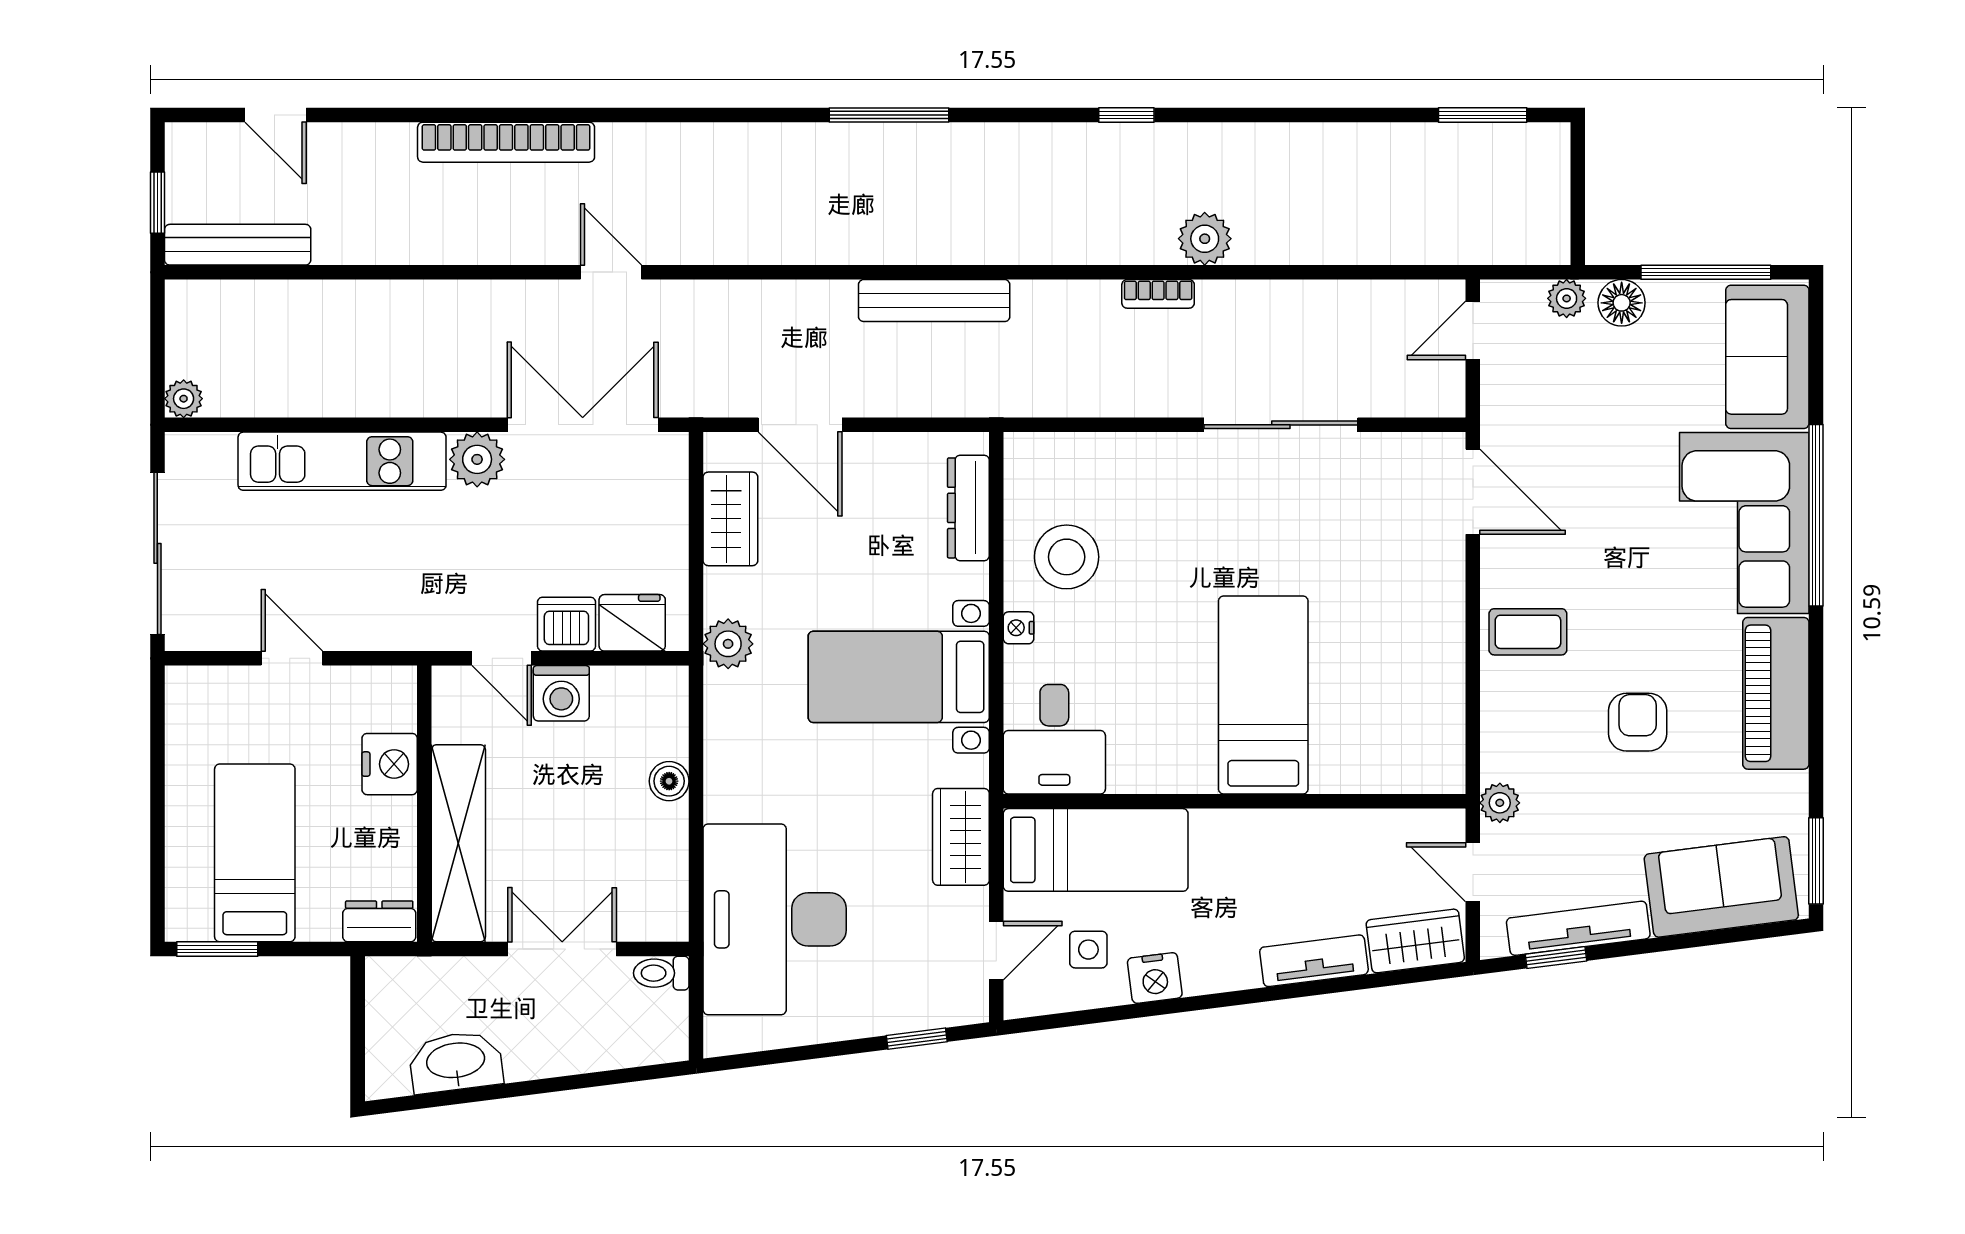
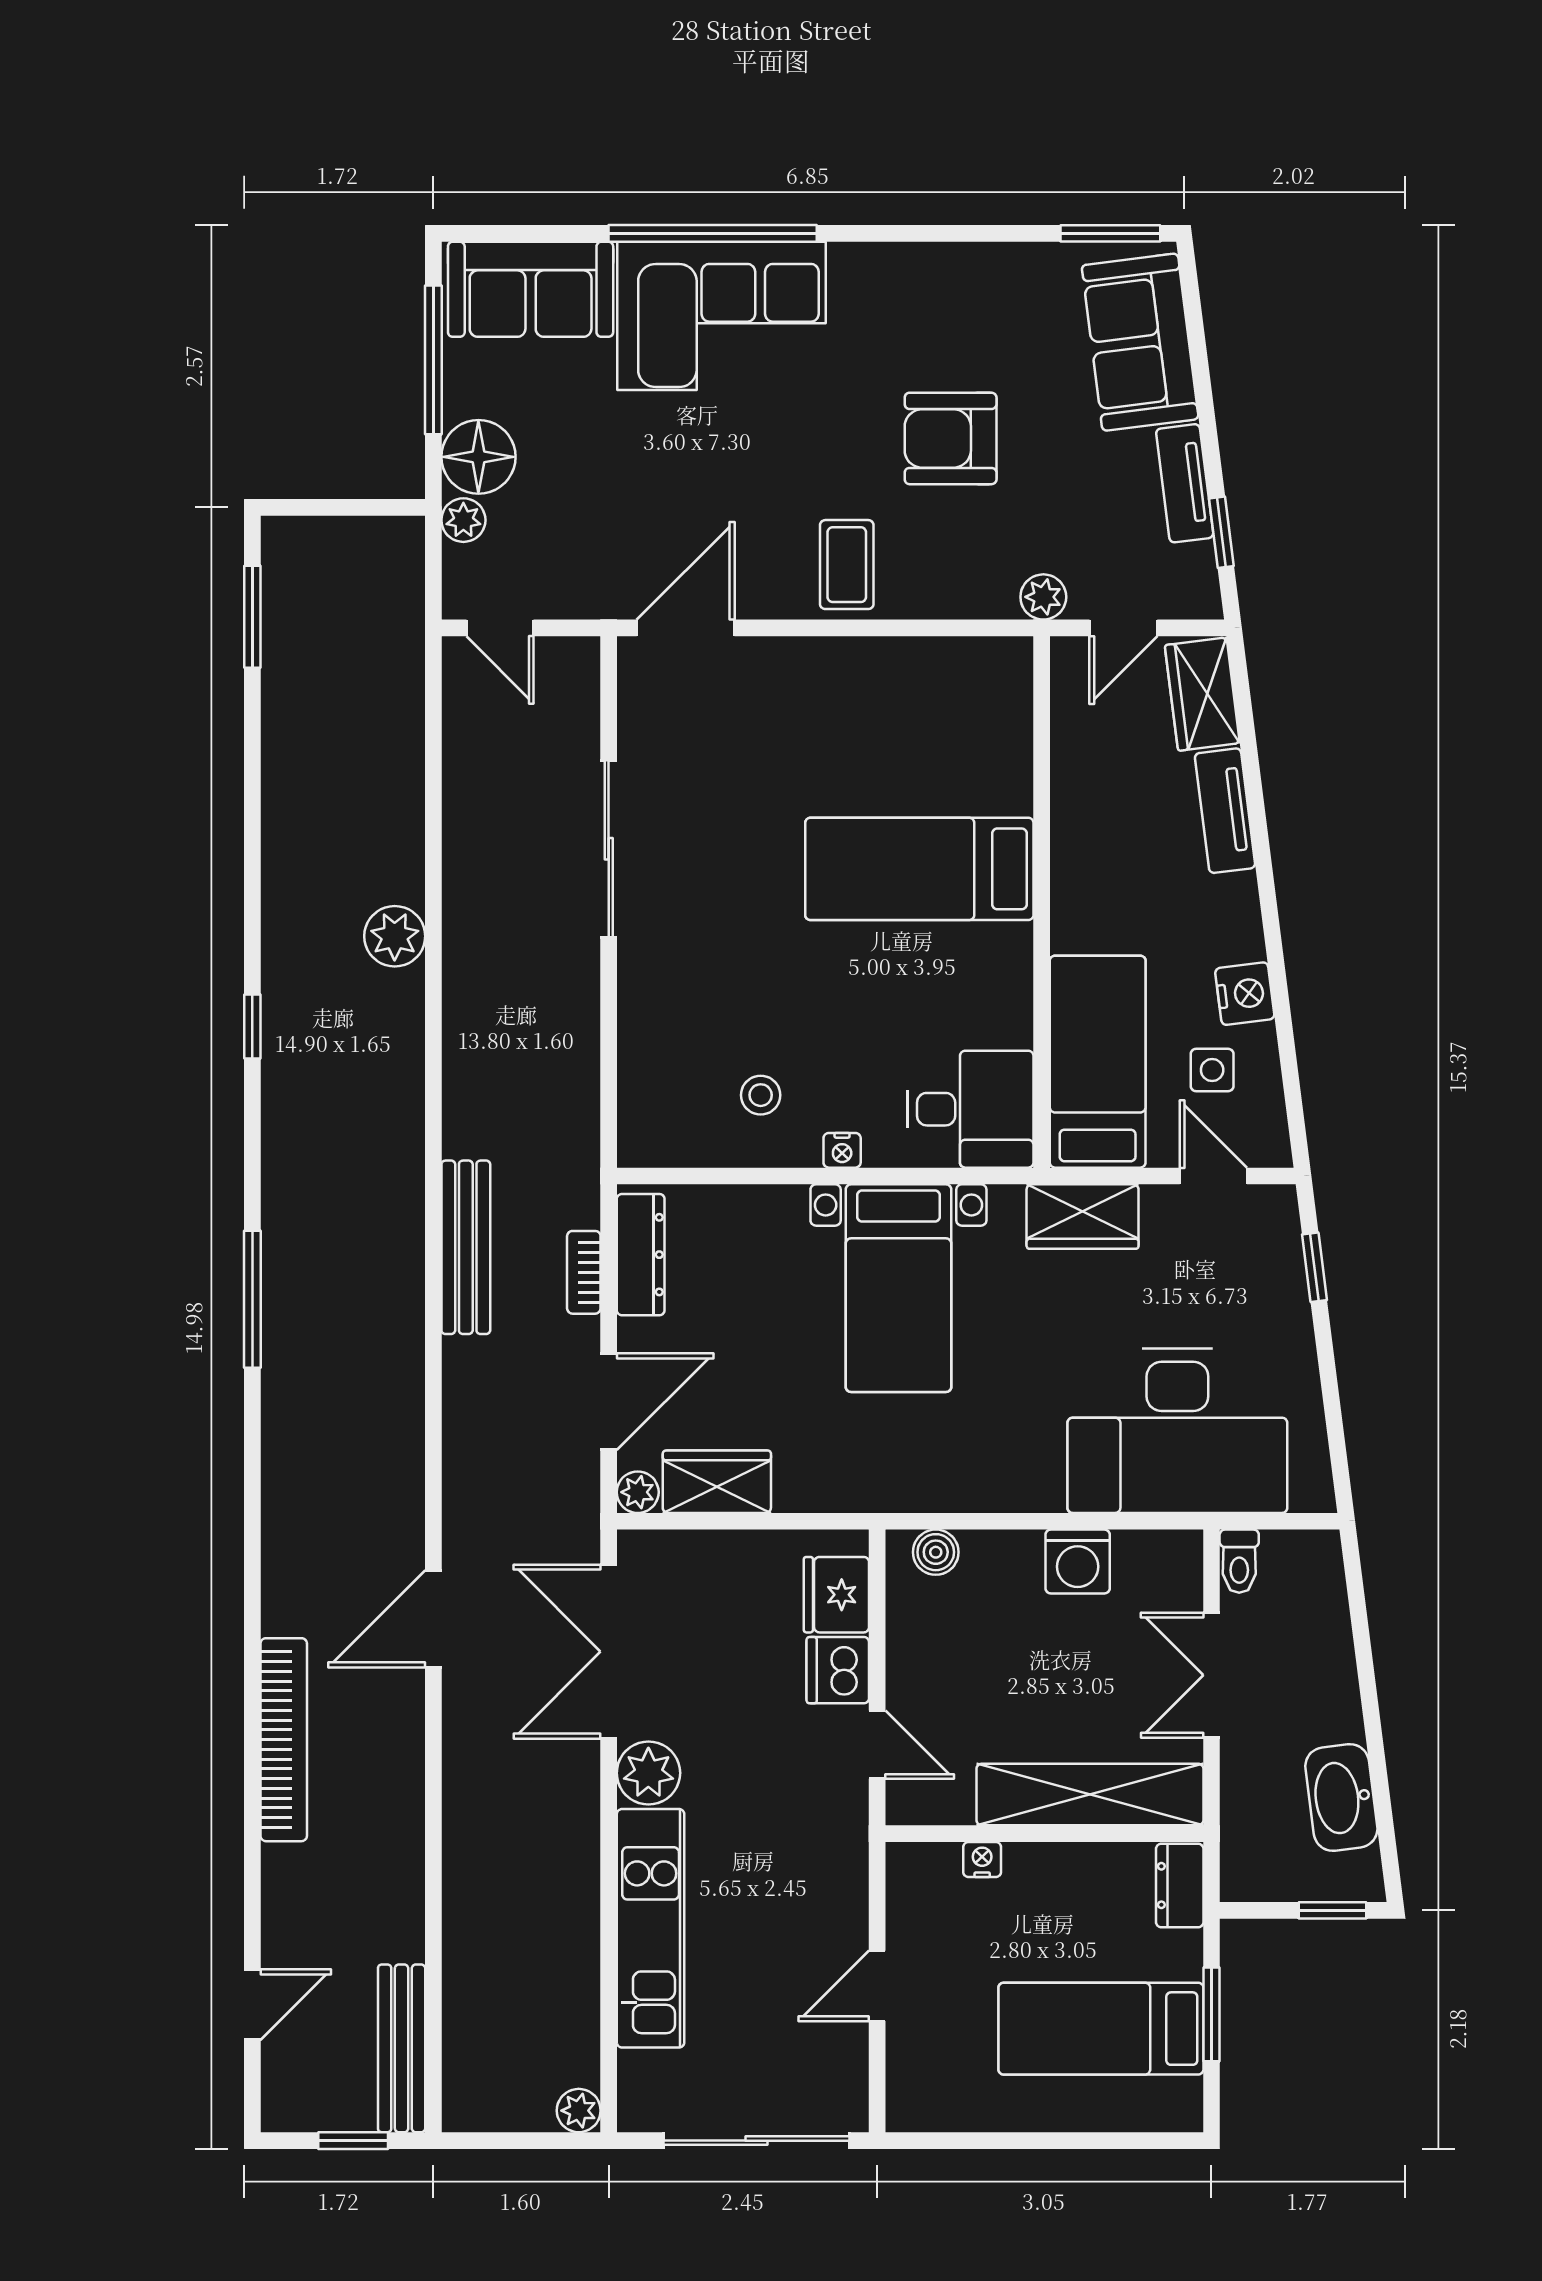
door: (611, 272) -> (433, 1619), width x1.38
bookcase: (1158, 294) -> (584, 1272), moved, turned 180
floor lamp: (1622, 303) -> (478, 457), width x1.38, depth x1.38
dresser: (968, 508) -> (641, 1255), moved, turned -90
stool: (1067, 557) -> (761, 1095), width x0.53, depth x0.53
plant: (728, 644) -> (638, 1492), moved, width x0.73, depth x0.73
door: (502, 658) -> (877, 1745), hinge flipped
washing machine: (561, 693) -> (1078, 1561), moved, turned 90
piano: (1776, 693) -> (917, 280), removed
armchair: (1638, 722) -> (951, 438), width x1.38, depth x1.38
nightstand: (390, 764) -> (982, 1860), width x0.53, depth x0.56
boiler: (669, 781) -> (936, 1552), moved
tv unit: (1578, 928) -> (1185, 483), width x0.71
window: (217, 949) -> (1212, 2014), moved
window: (358, 1054) -> (1332, 1910), added

